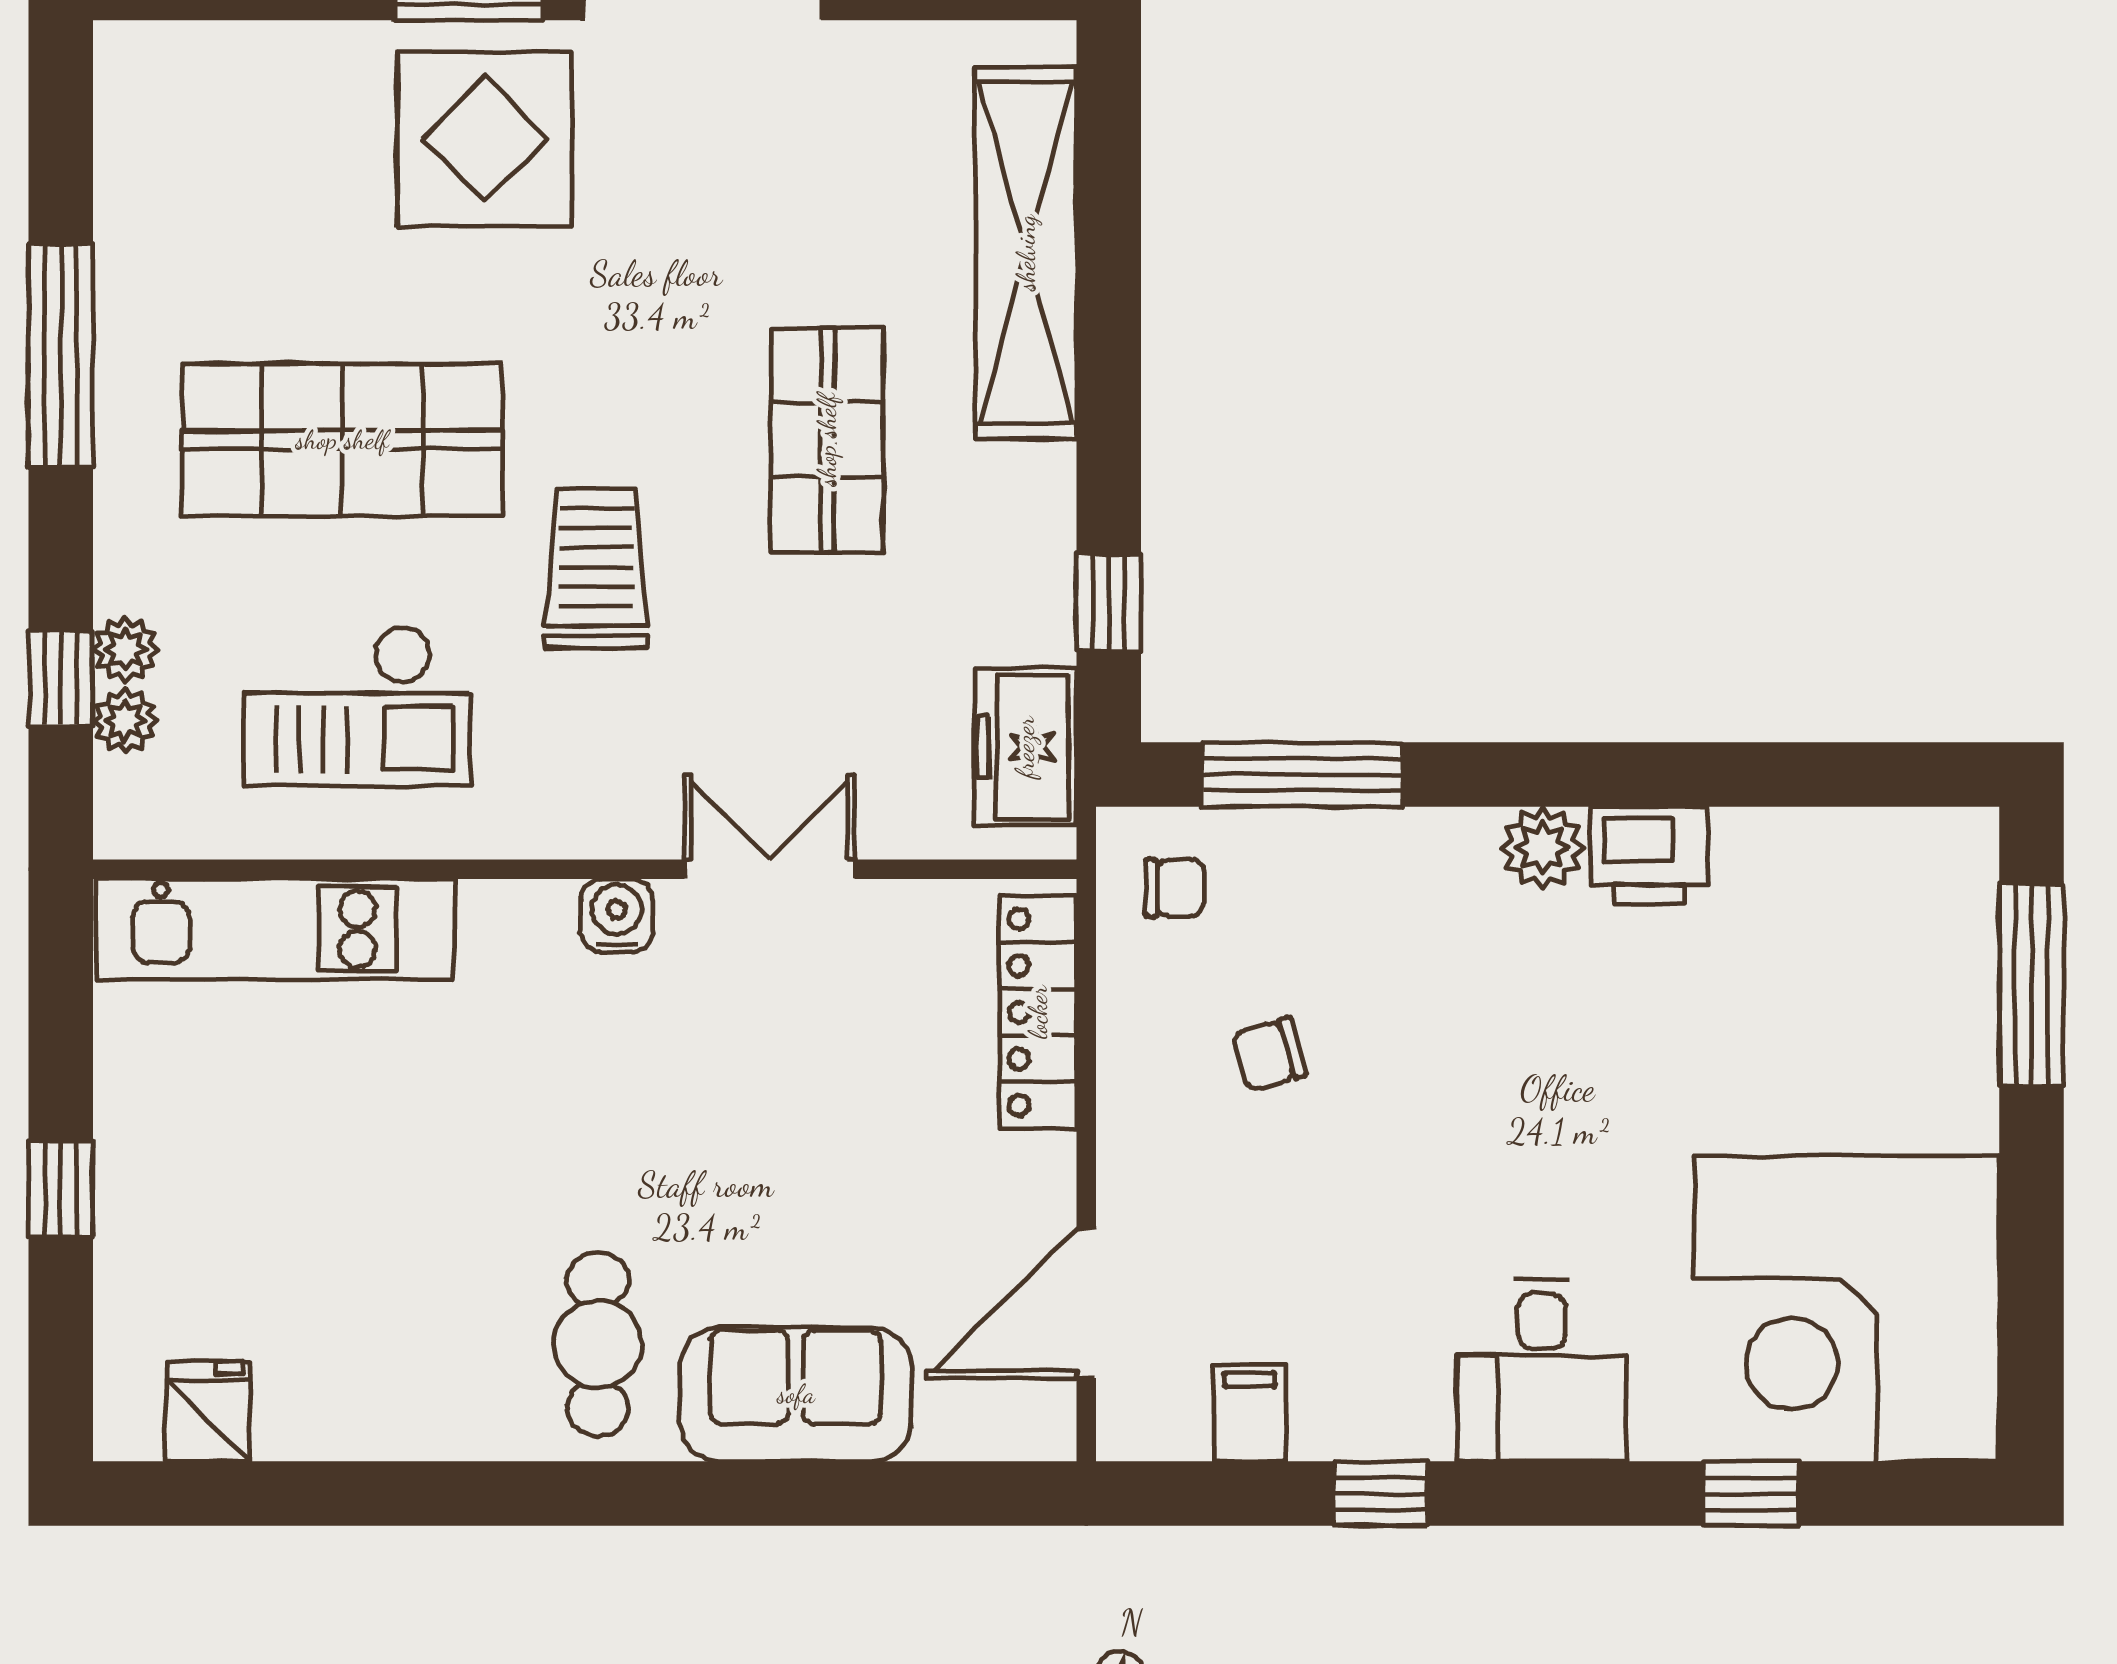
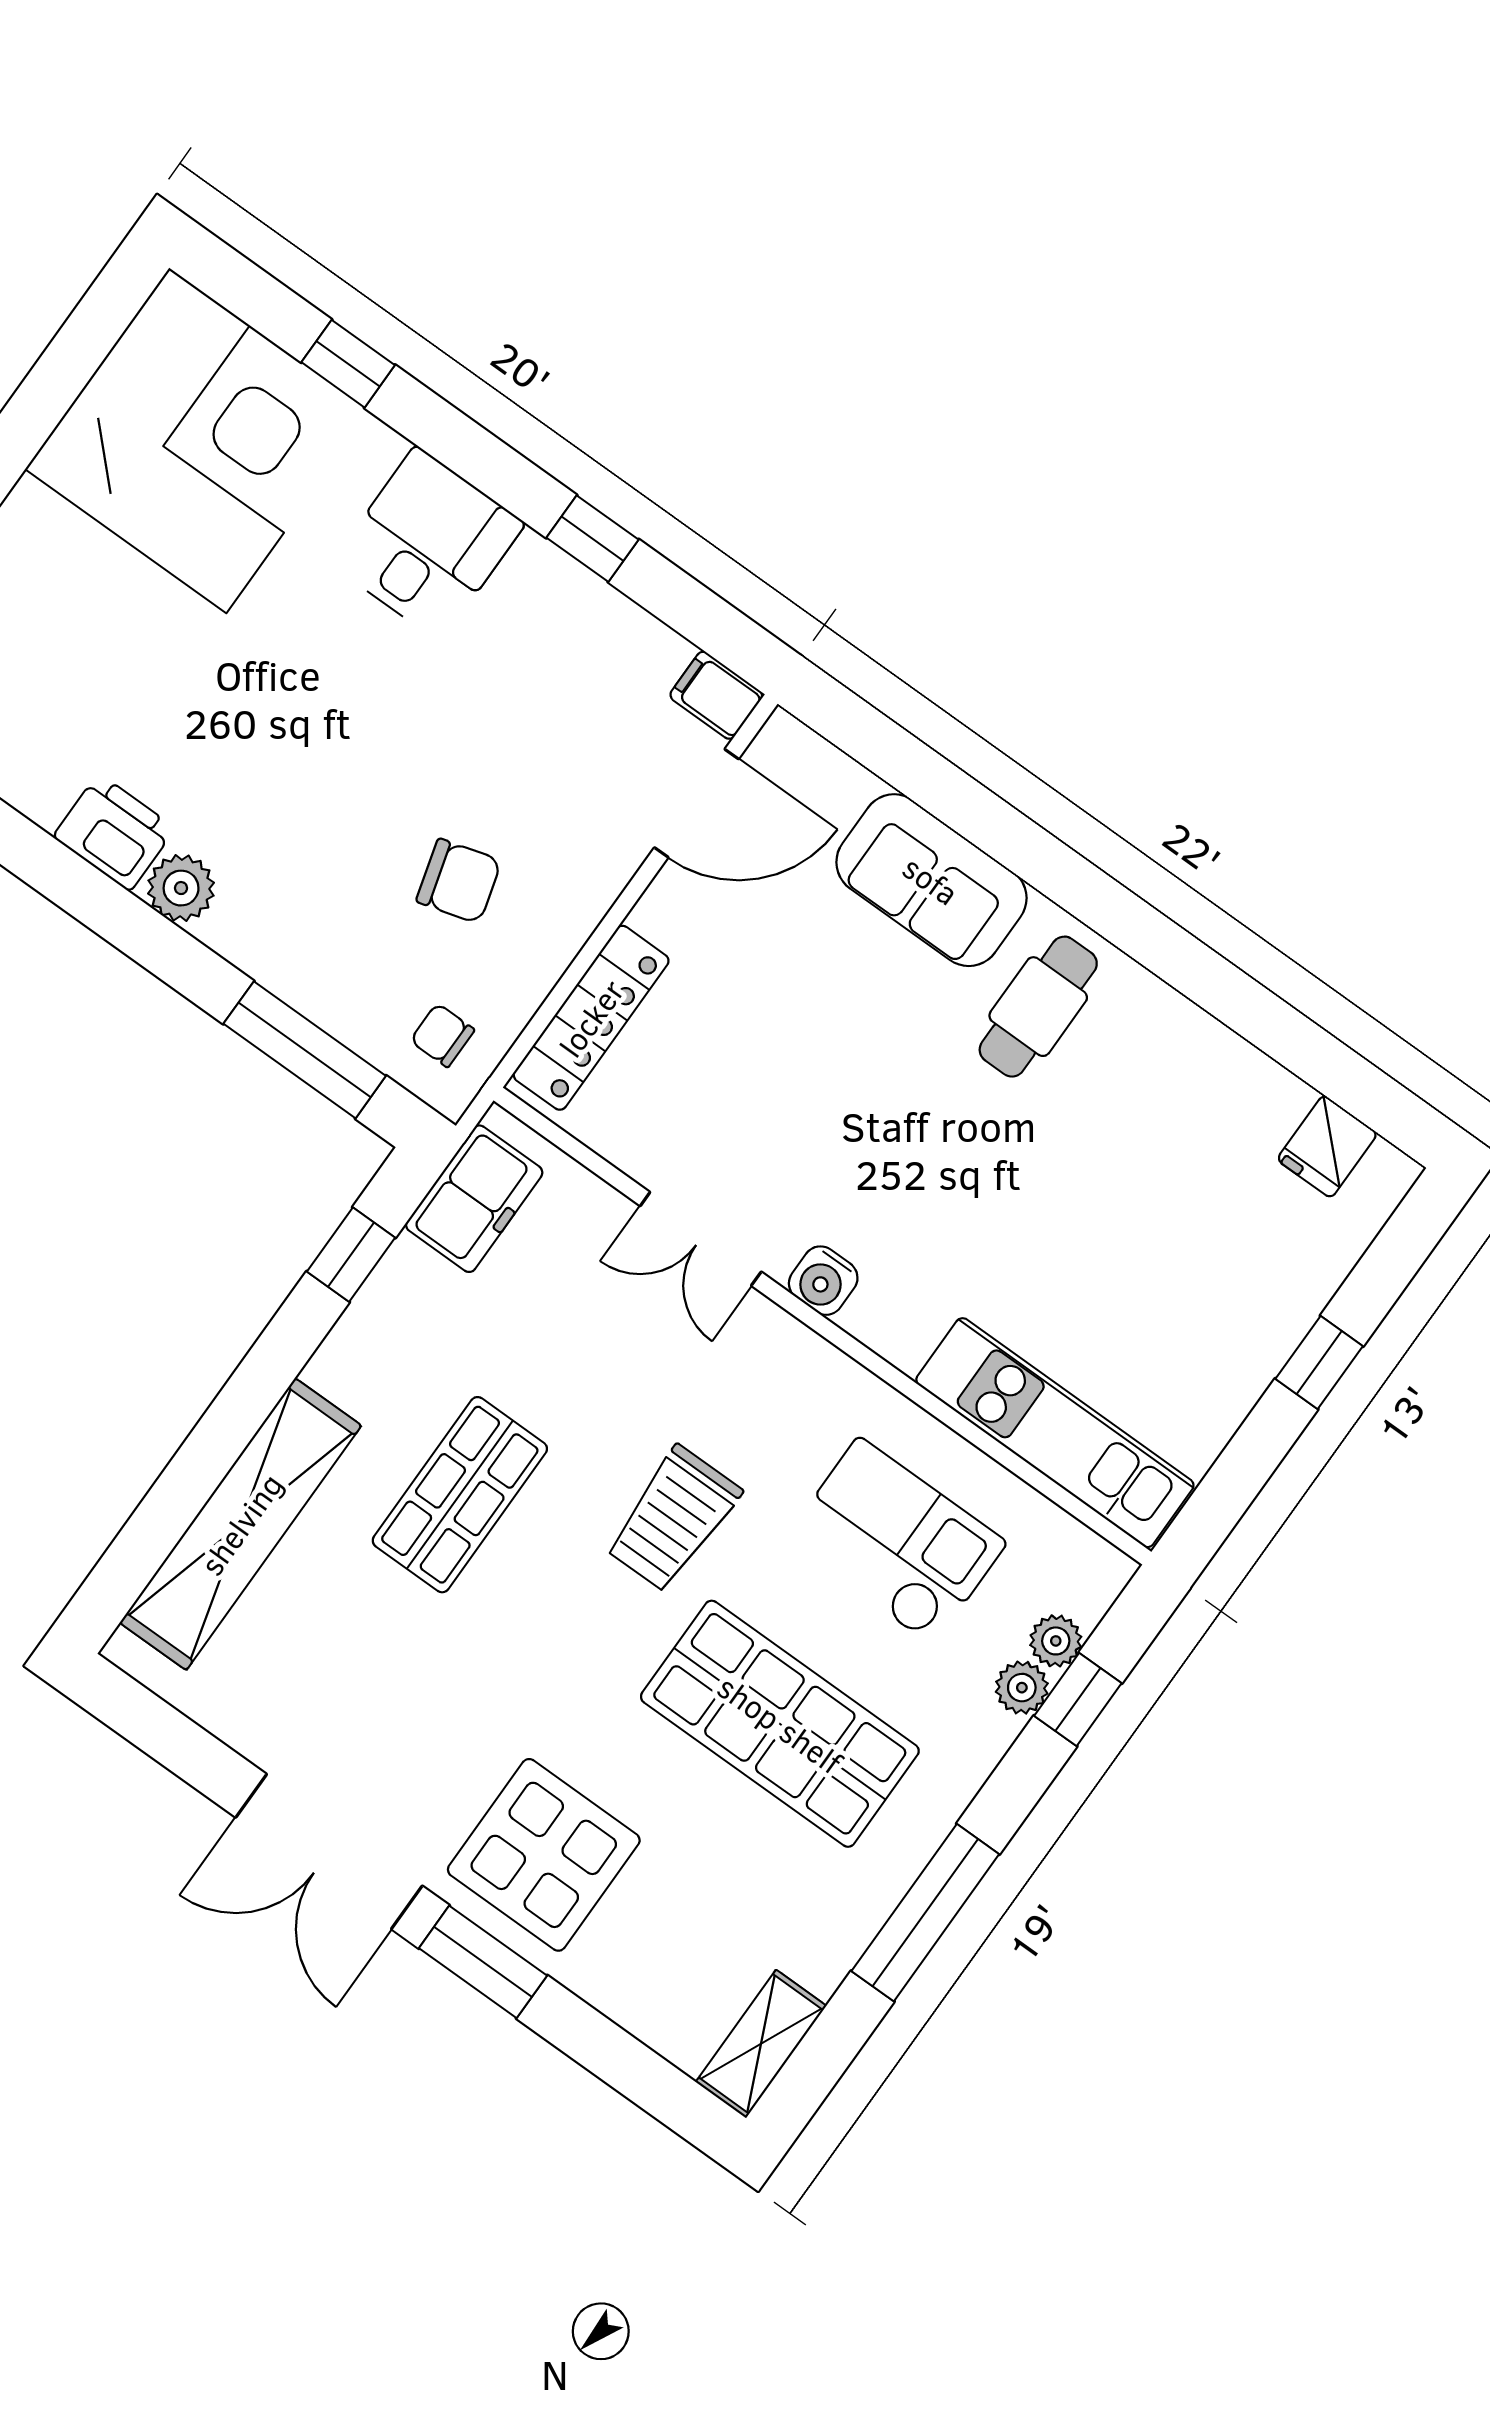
shelving: (131, 105) -> (761, 2044), added
chair: (1269, 1054) -> (459, 881), width x1.37, depth x1.37
filing cabinet: (1250, 1413) -> (716, 695), moved, turned 90

